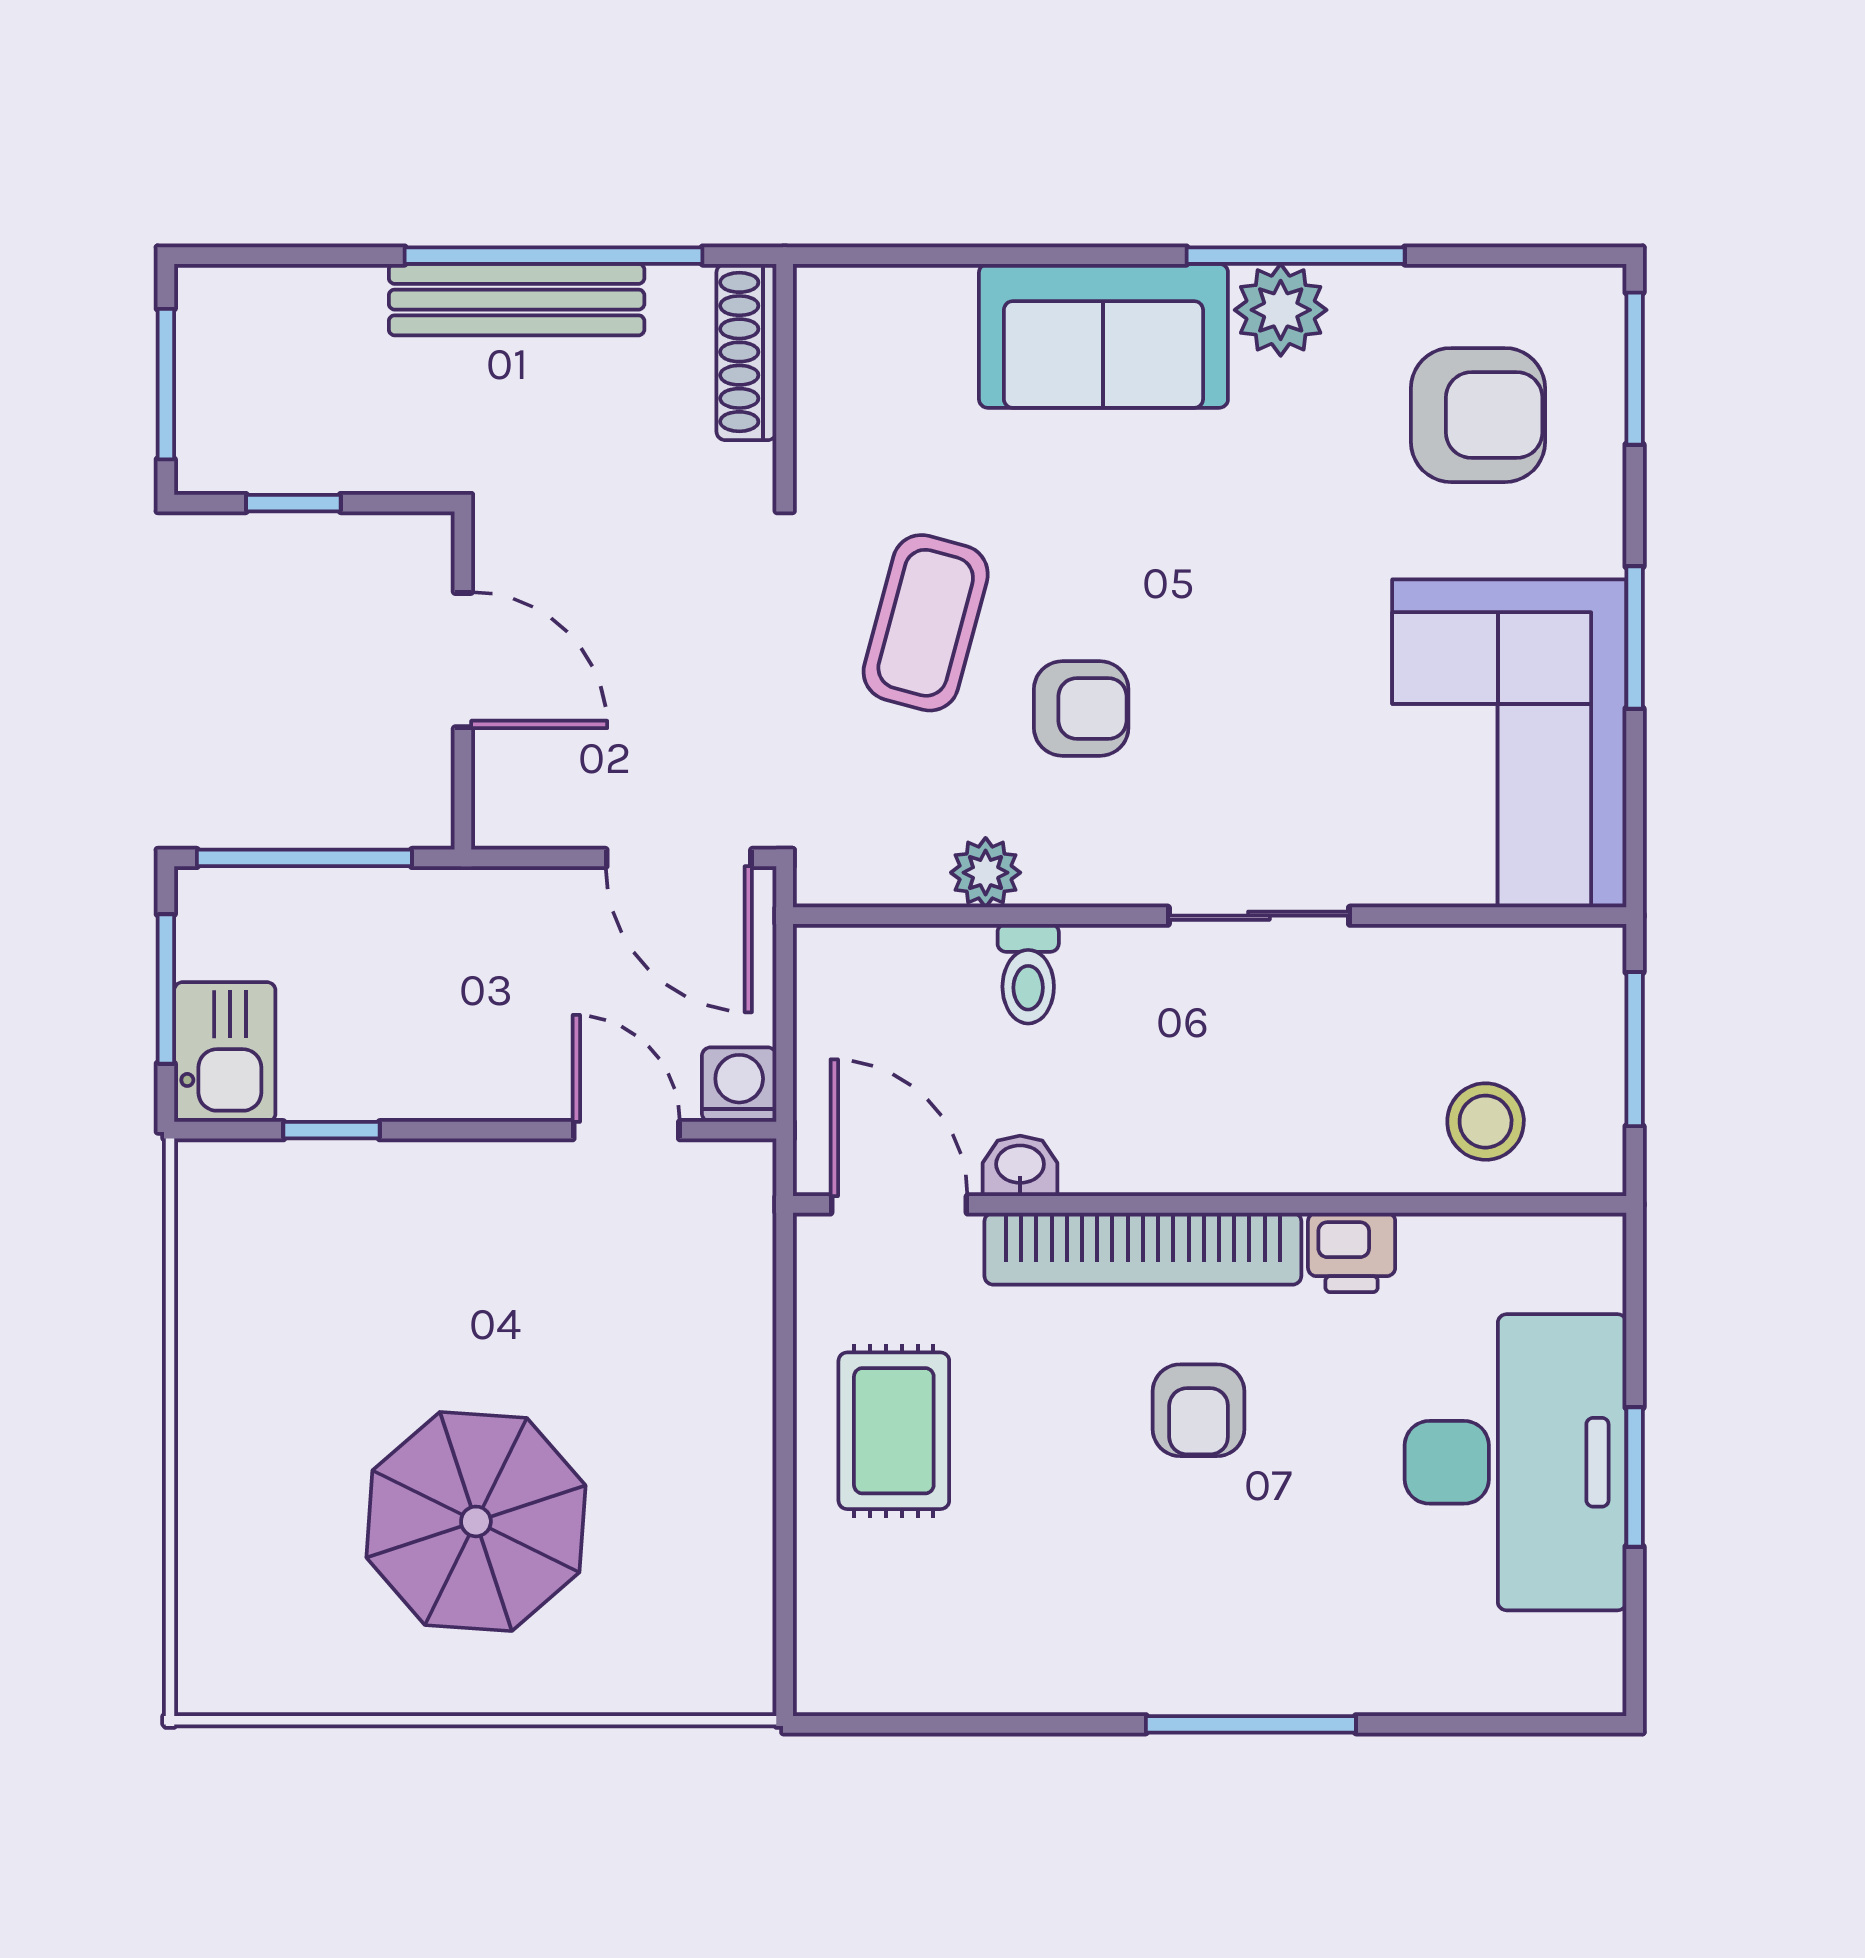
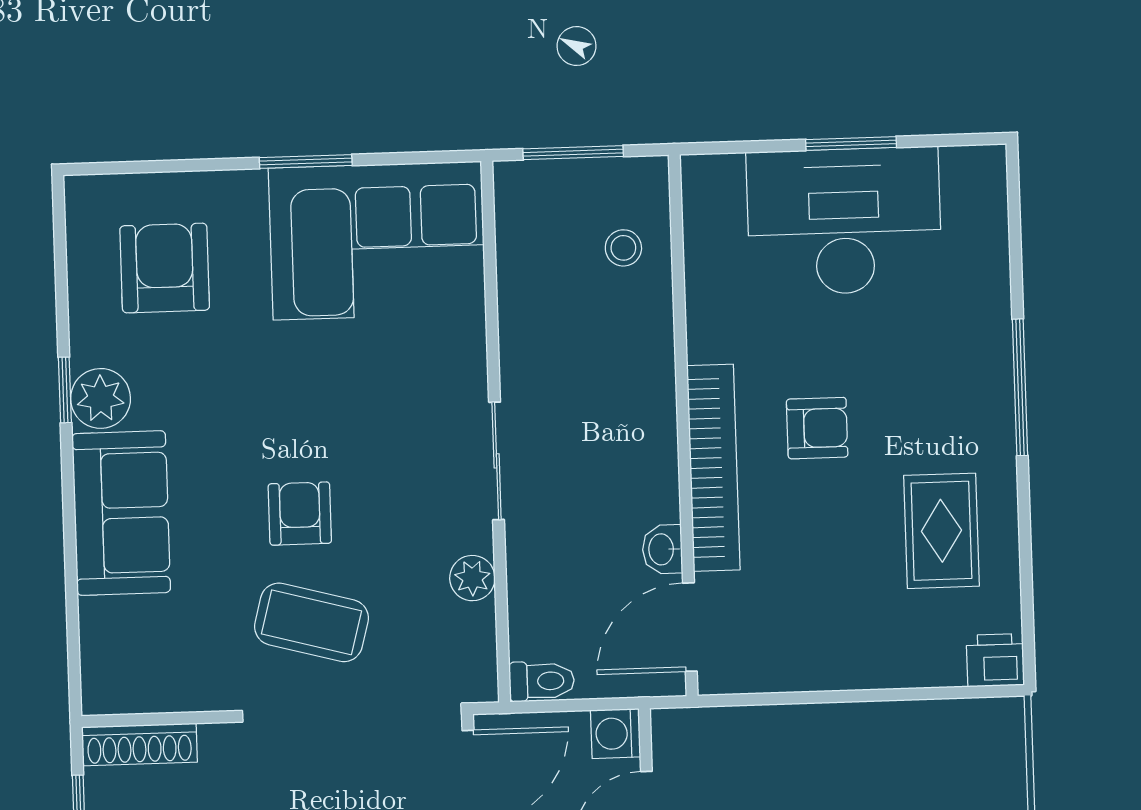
window: (1296, 256) -> (65, 390), width x0.46
window: (1635, 369) -> (131, 167), removed
armchair: (1081, 709) -> (300, 514), moved
sliding door: (1259, 916) -> (497, 461), moved
toilet: (1028, 974) -> (542, 681), moved
stool: (1486, 1122) -> (623, 248), width x0.73, depth x0.73
printer: (1352, 1252) -> (995, 660), moved, turned -90
rug: (894, 1431) -> (941, 531), moved, turned 90

